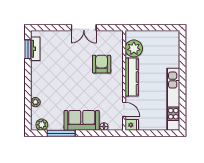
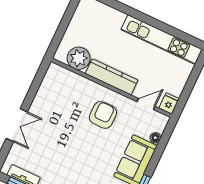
double door: (84, 28) -> (17, 125), moved
armchair: (102, 64) -> (103, 115), moved, turned 90

